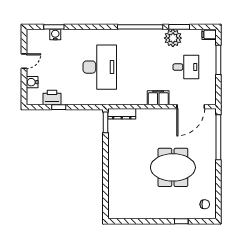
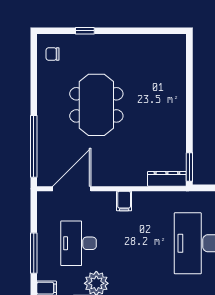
desk: (186, 67) -> (79, 243), width x1.37
filing cabinet: (158, 98) -> (124, 201), width x0.50
meeting table: (173, 167) -> (96, 105), turned 90

